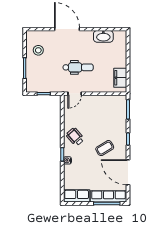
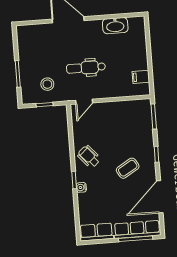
stool: (38, 50) -> (47, 84), moved
dental chair: (78, 67) -> (86, 68), turned 180
filing cabinet: (120, 78) -> (141, 77), width x0.50
door: (128, 172) -> (160, 197), hinge flipped

